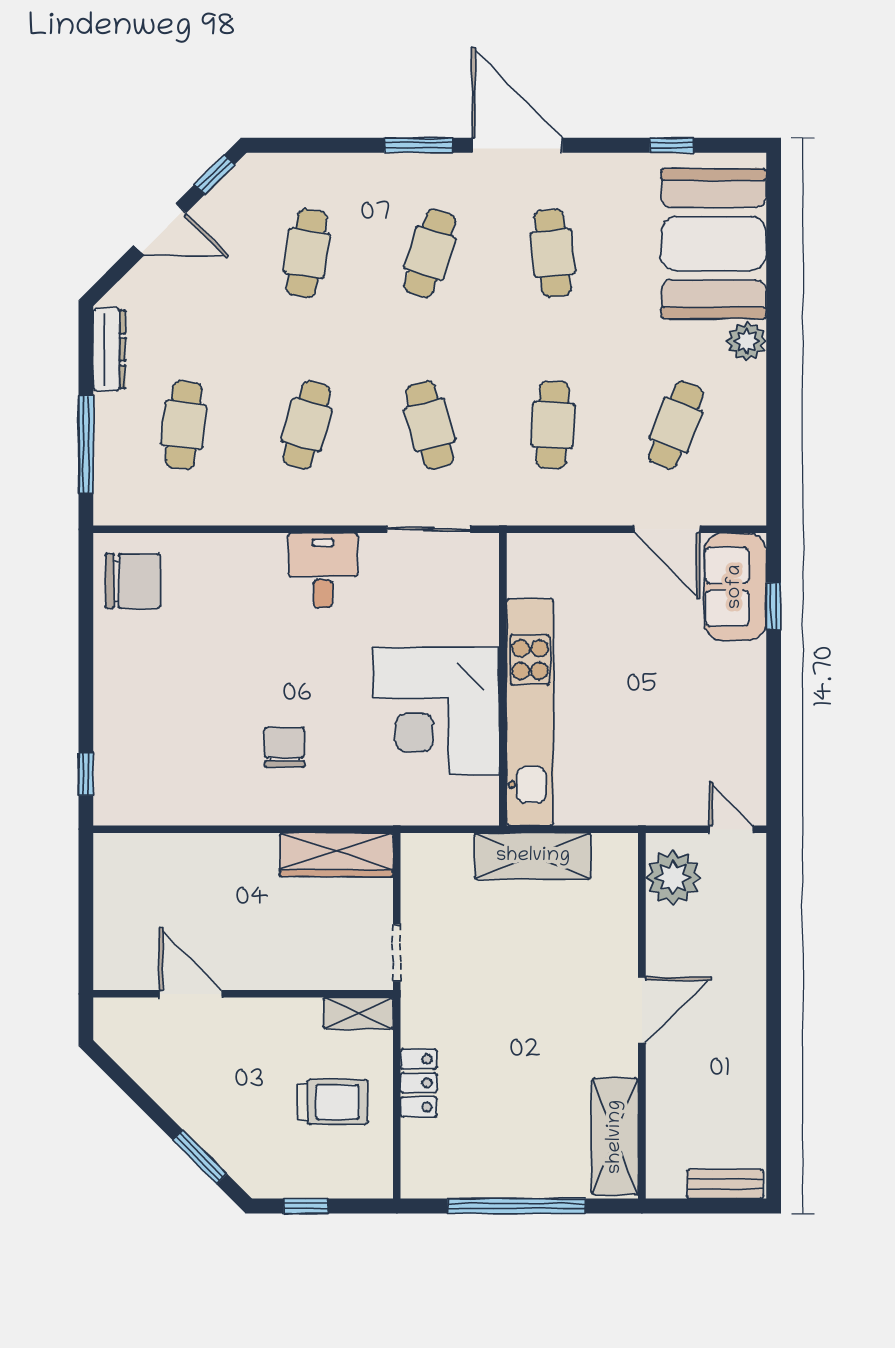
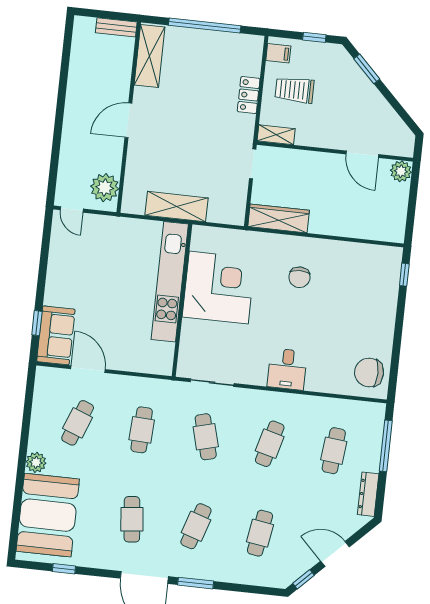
desk: (323, 570) -> (287, 369), moved
plant: (114, 970) -> (401, 171), added
filing cabinet: (371, 1168) -> (278, 53), added
bench: (725, 1184) -> (116, 27), moved

